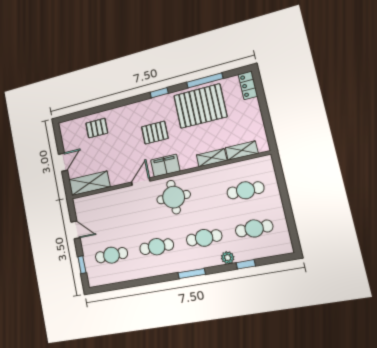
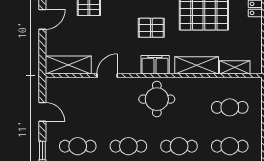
shelving: (212, 158) -> (197, 65), width x1.50, depth x1.33
door: (63, 162) -> (42, 19), moved
door: (141, 182) -> (107, 76), moved

